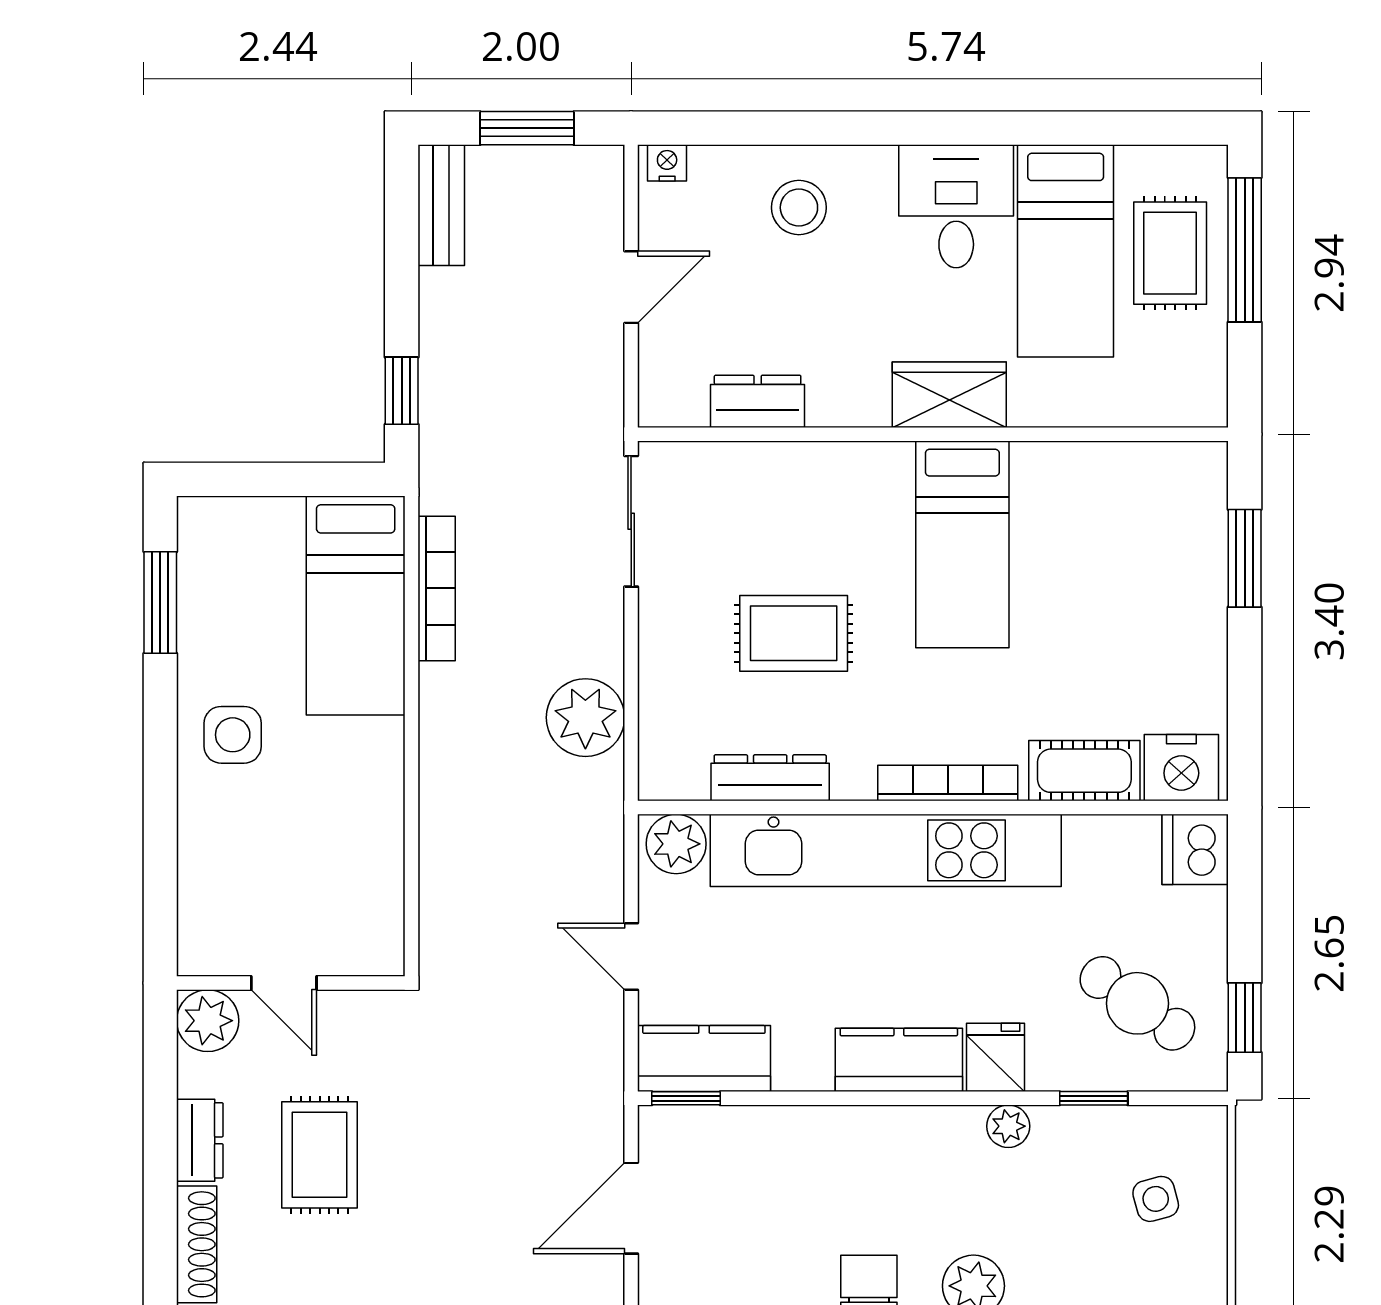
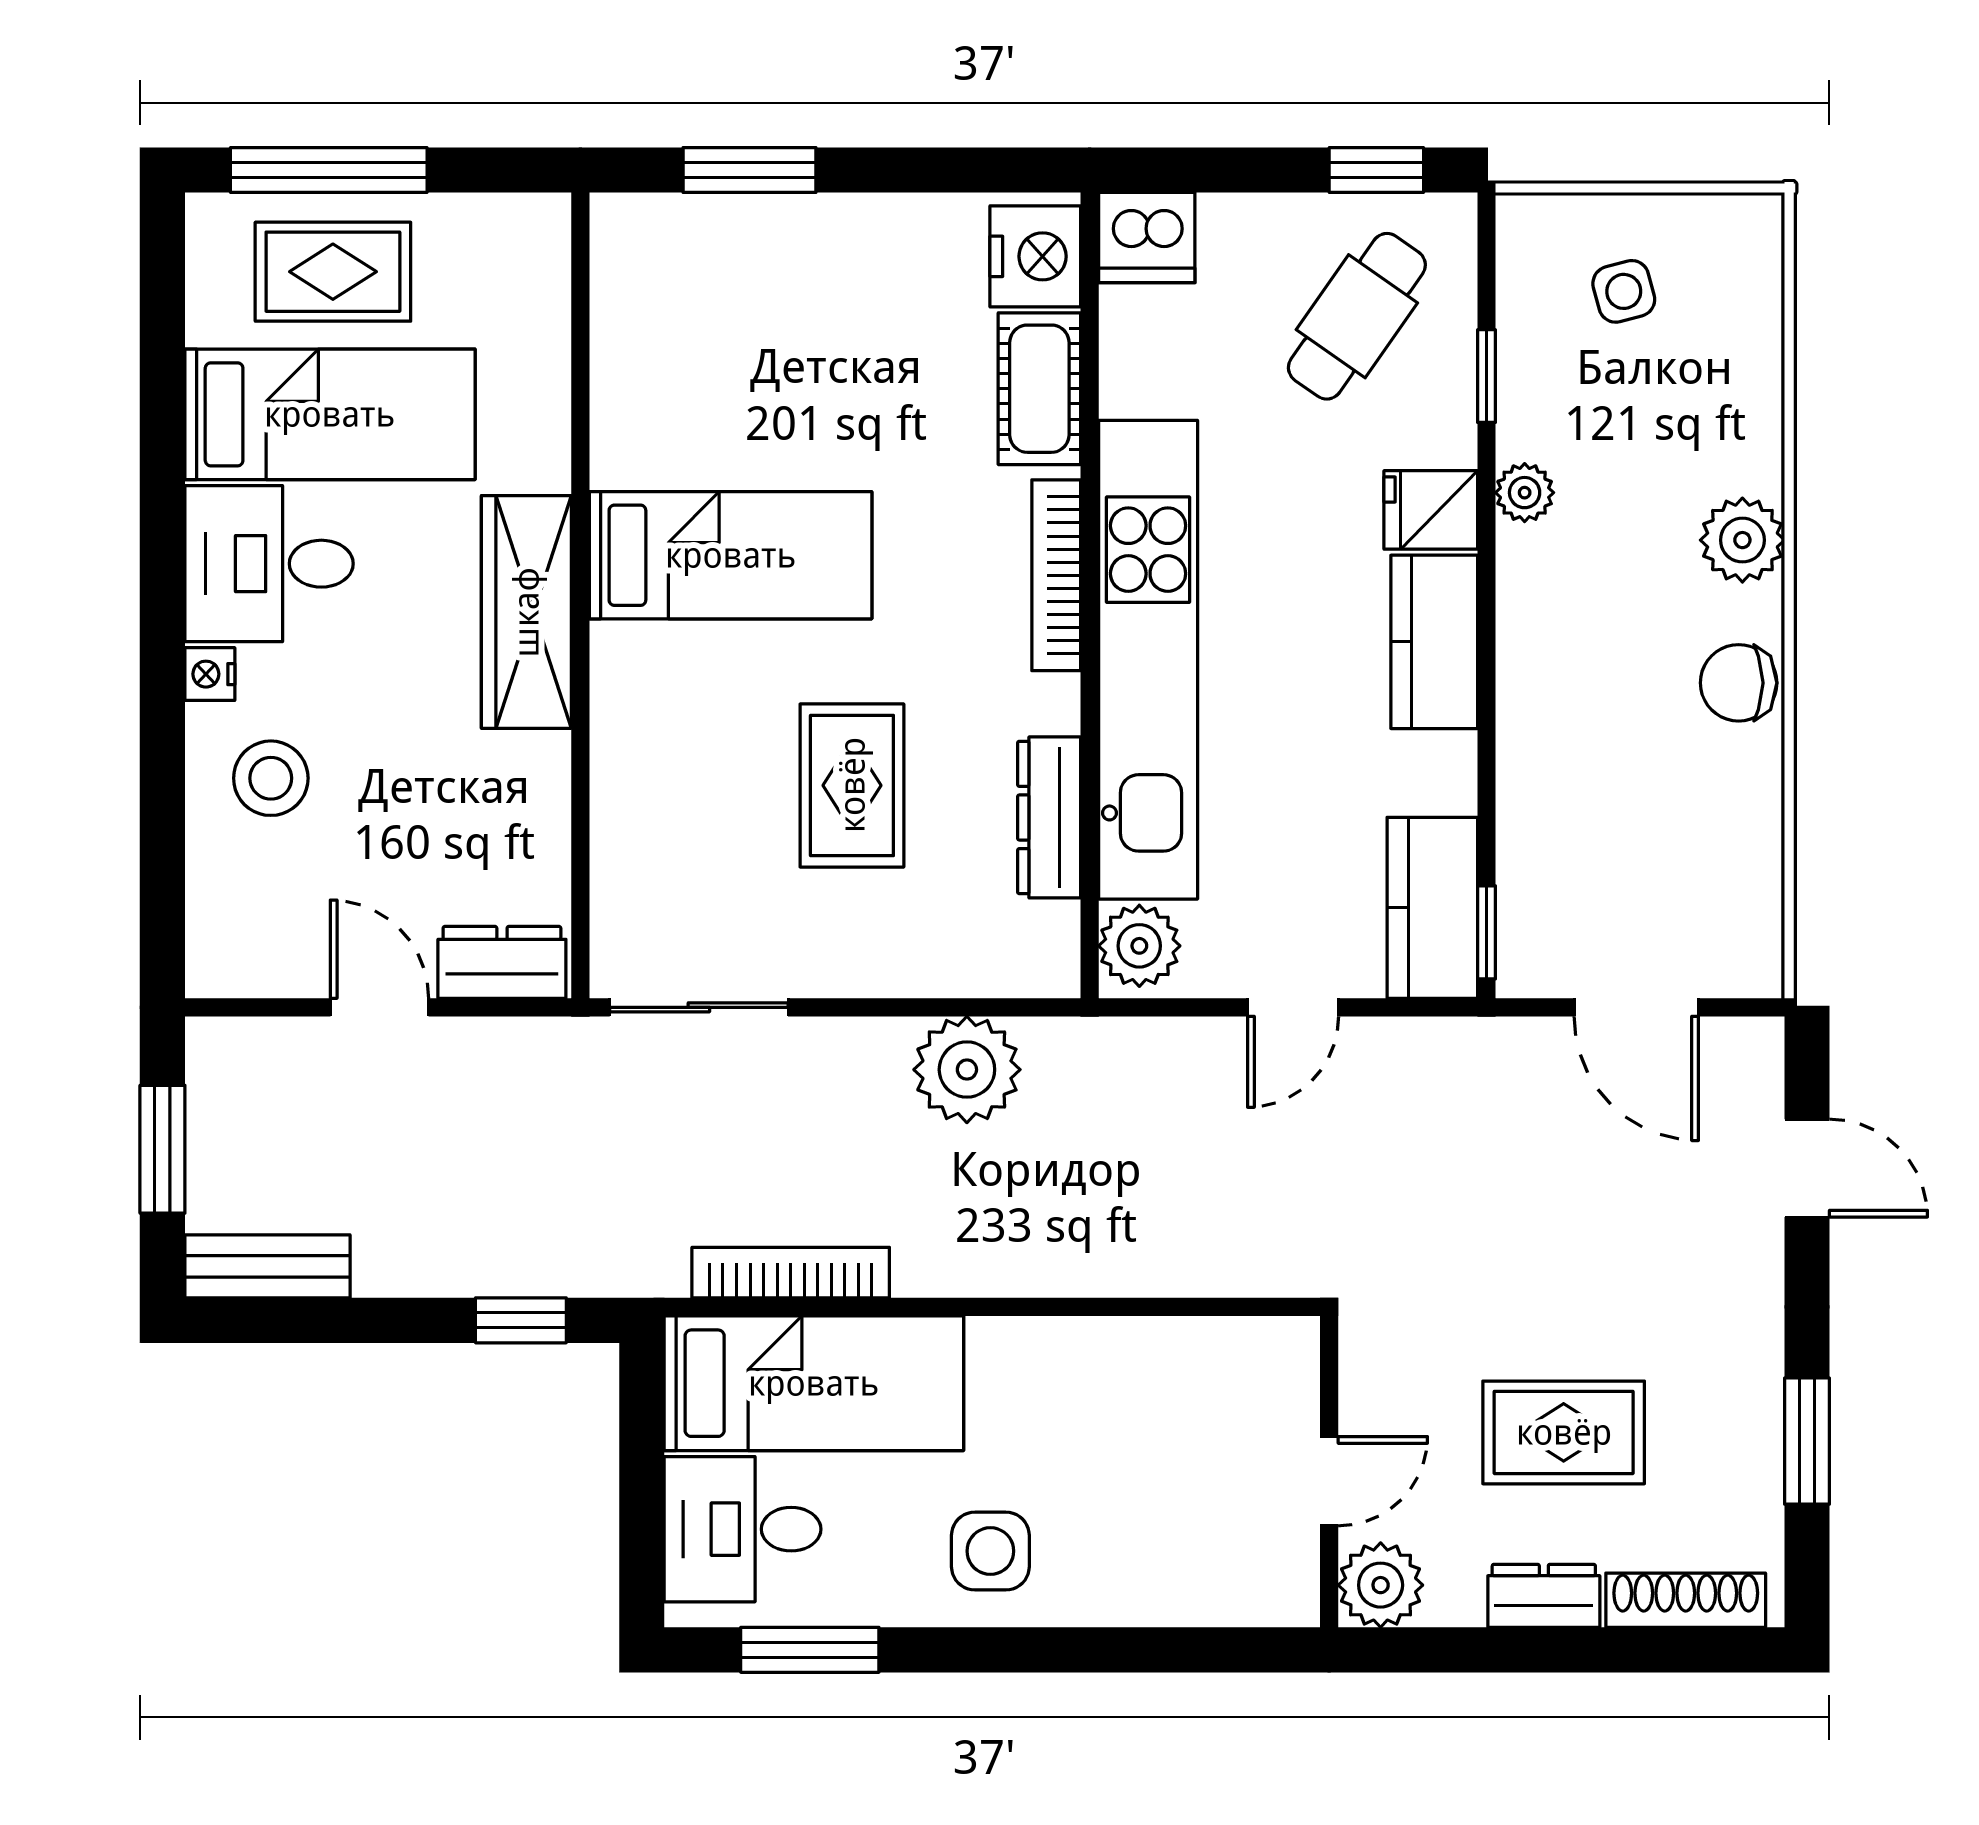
nightstand: (667, 163) -> (210, 674), moved
wardrobe: (949, 395) -> (526, 612), width x1.50
dresser: (758, 401) -> (502, 962), moved, turned 90
desk: (249, 553) -> (743, 1529), added

